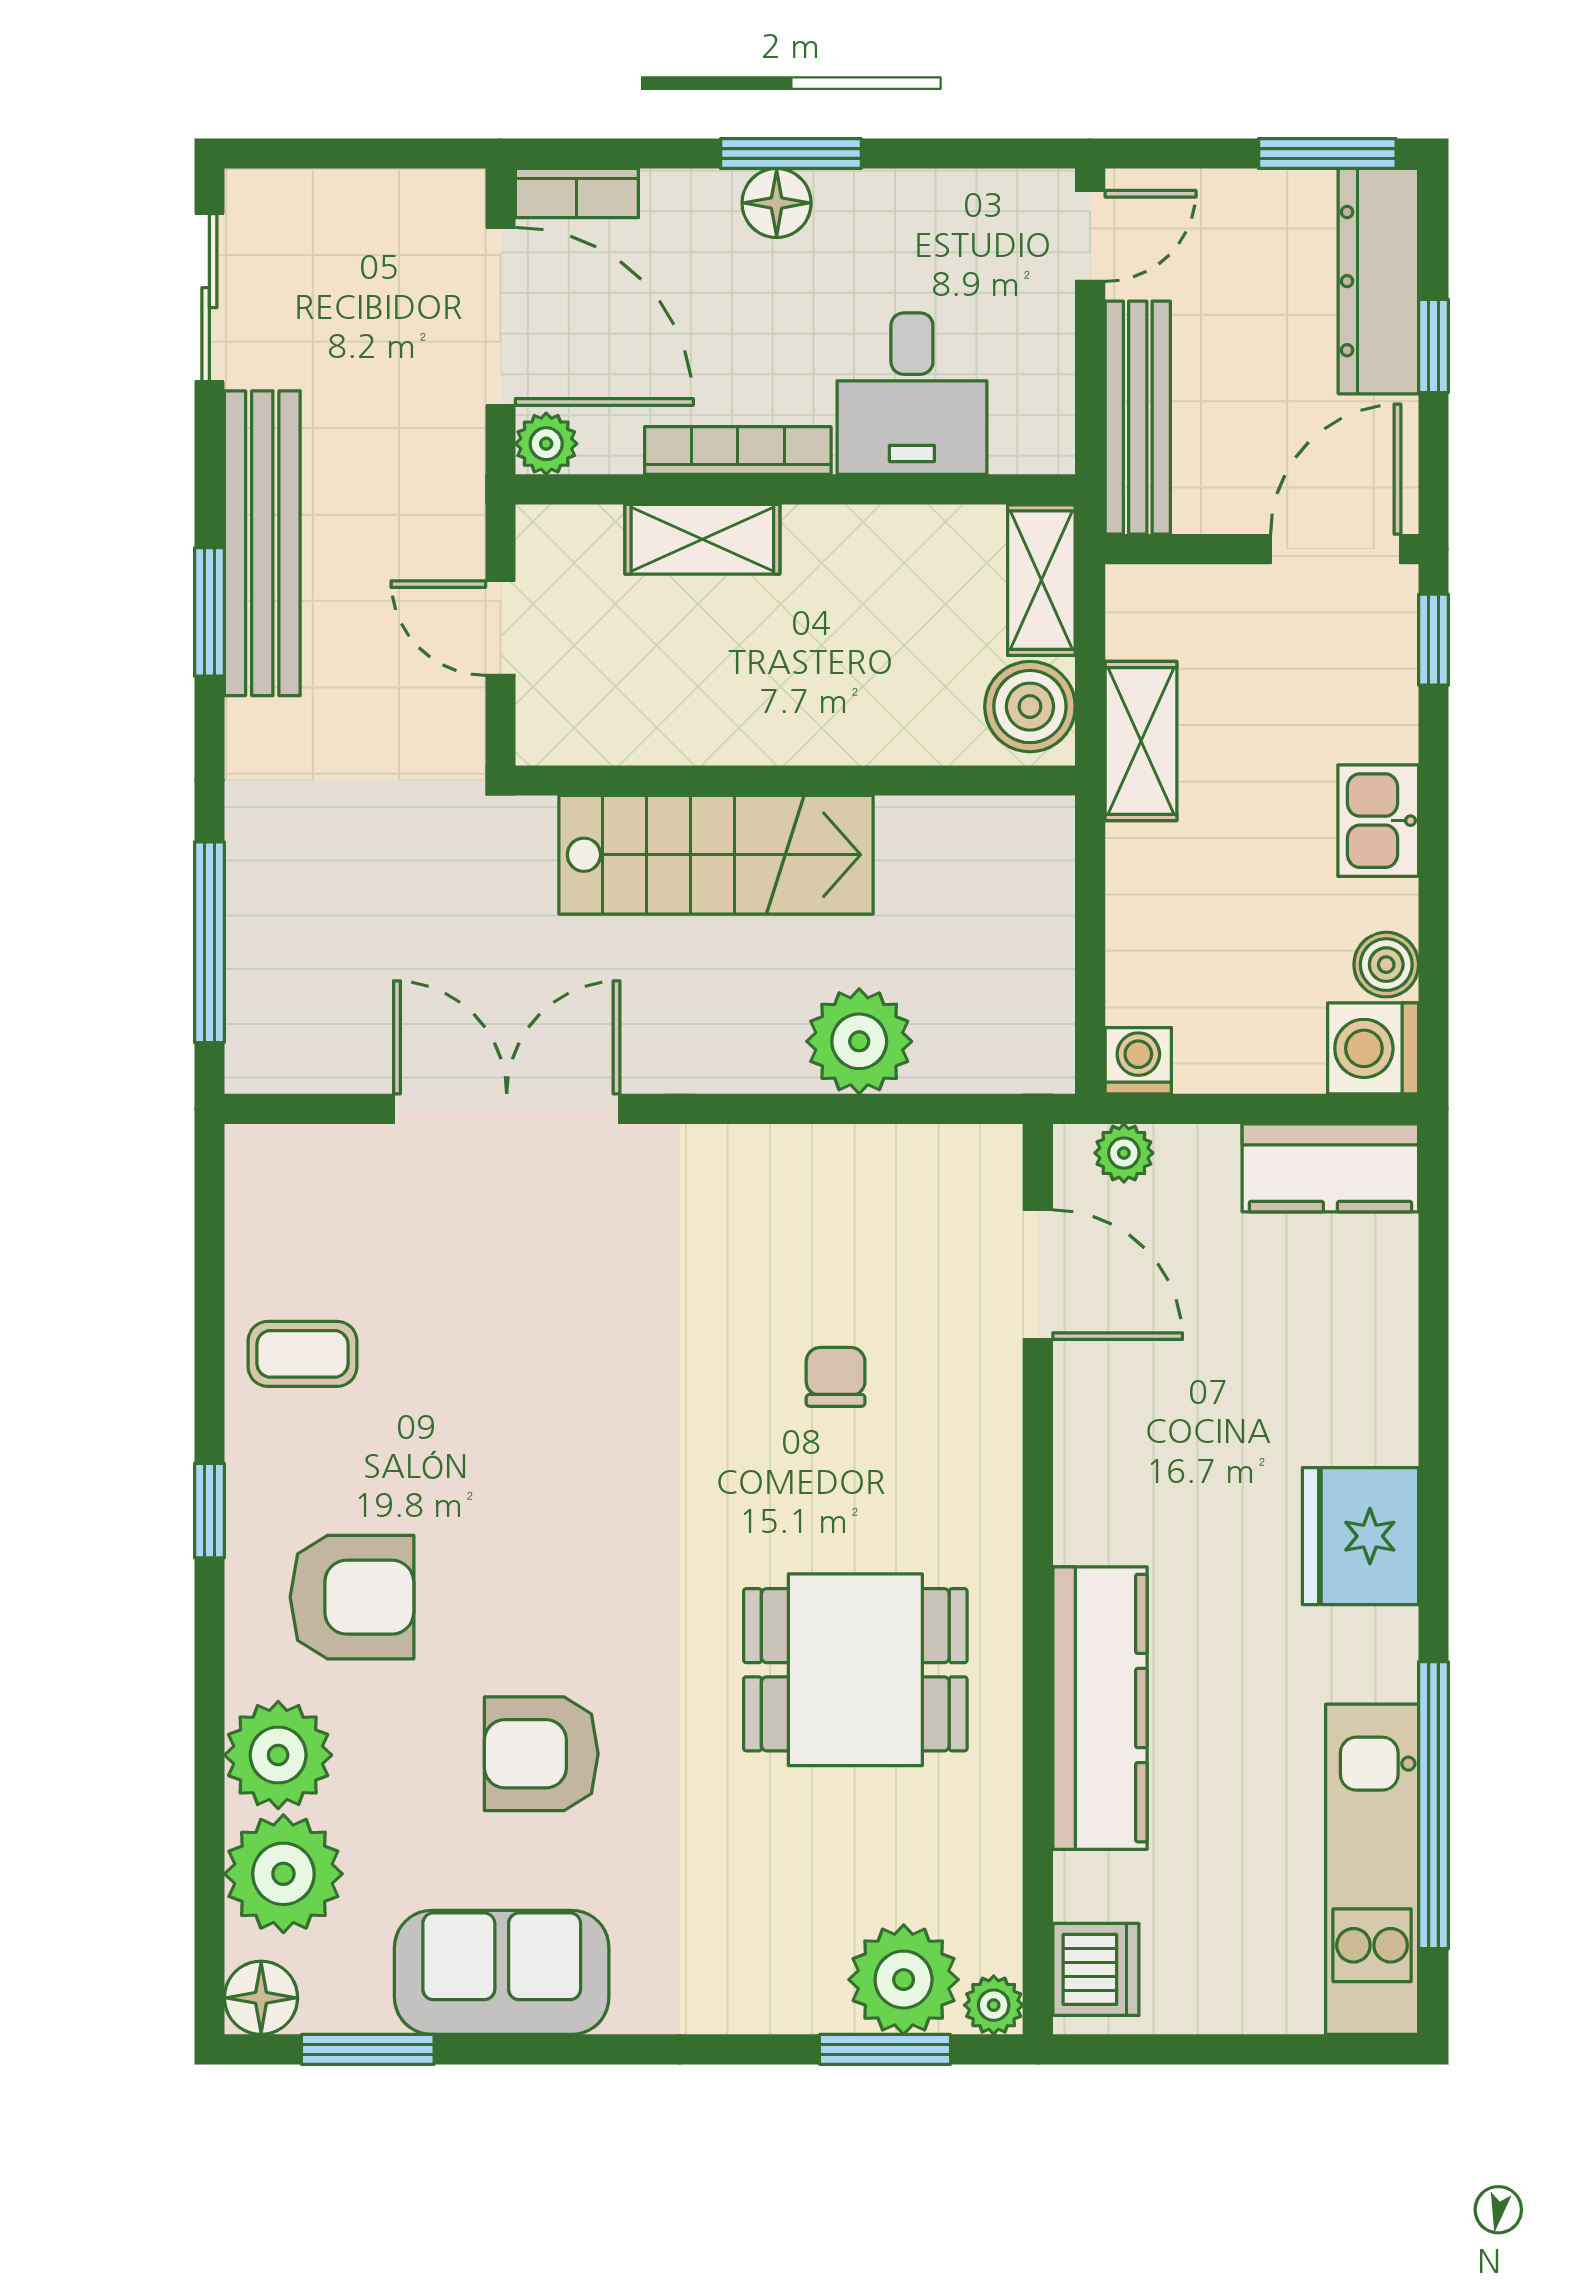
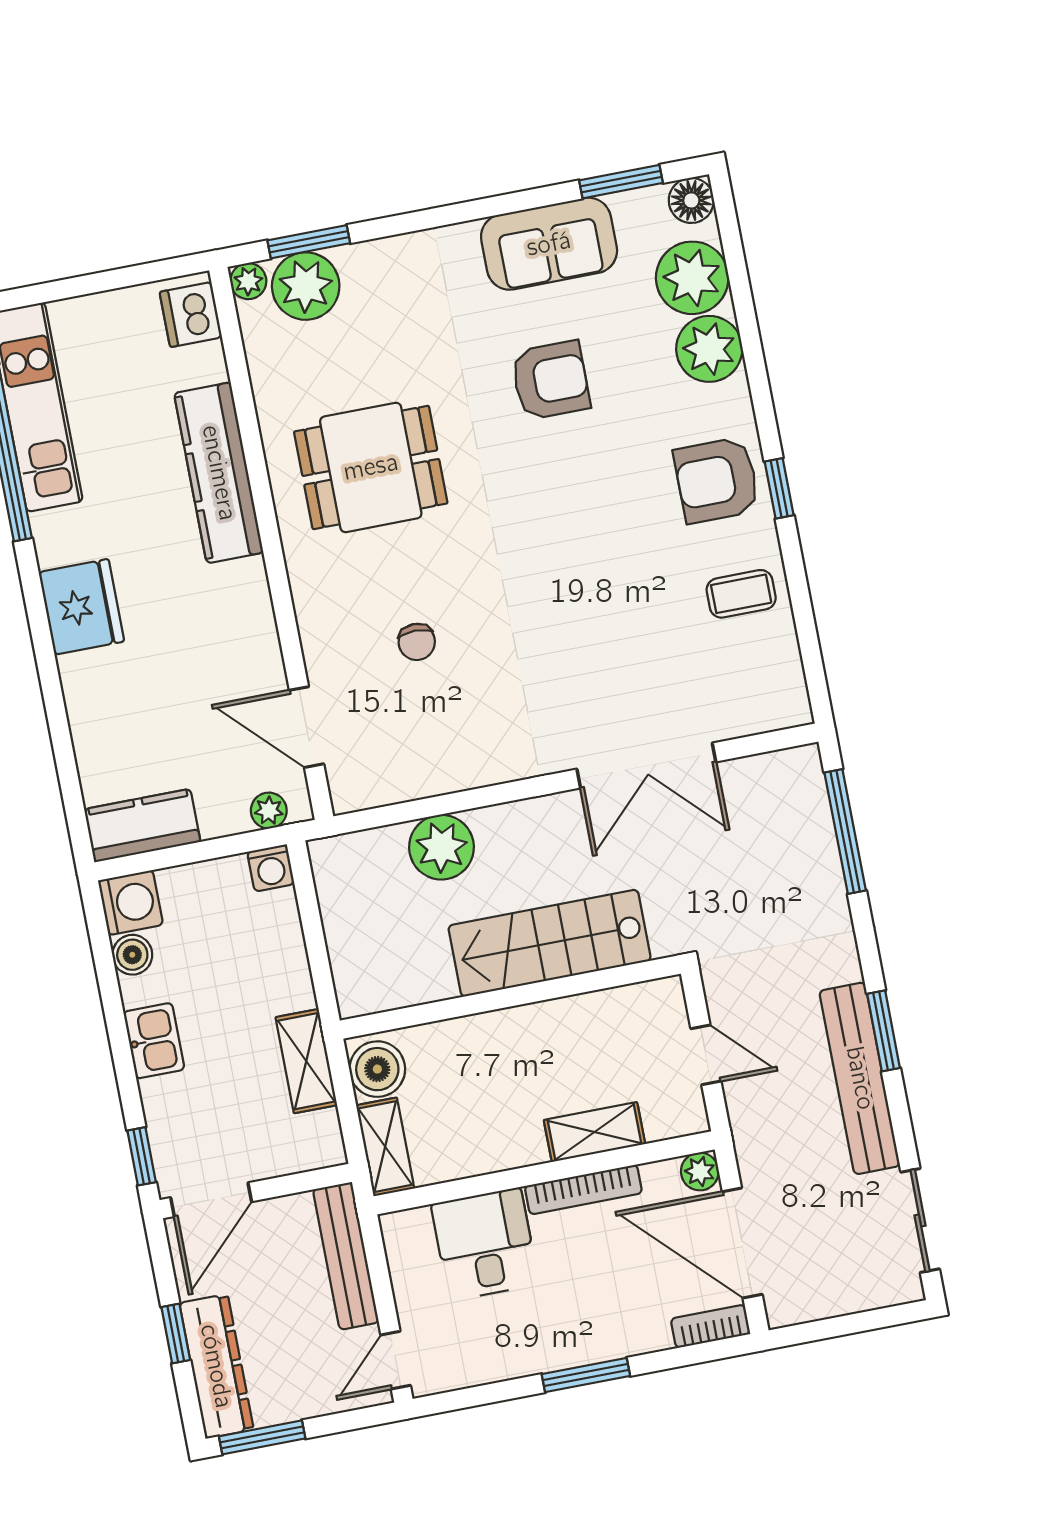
floor lamp: (777, 203) -> (589, 1344), removed
armchair: (352, 1597) -> (717, 480), moved

